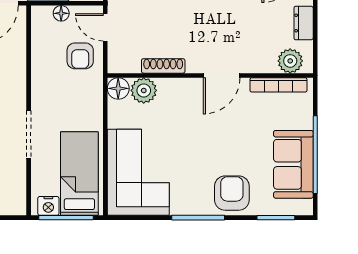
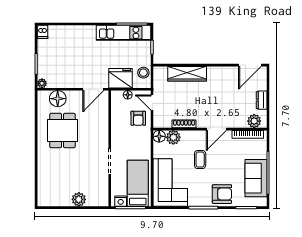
coffee table: (192, 131) -> (200, 160), added
armchair: (232, 193) -> (222, 194), turned 90

